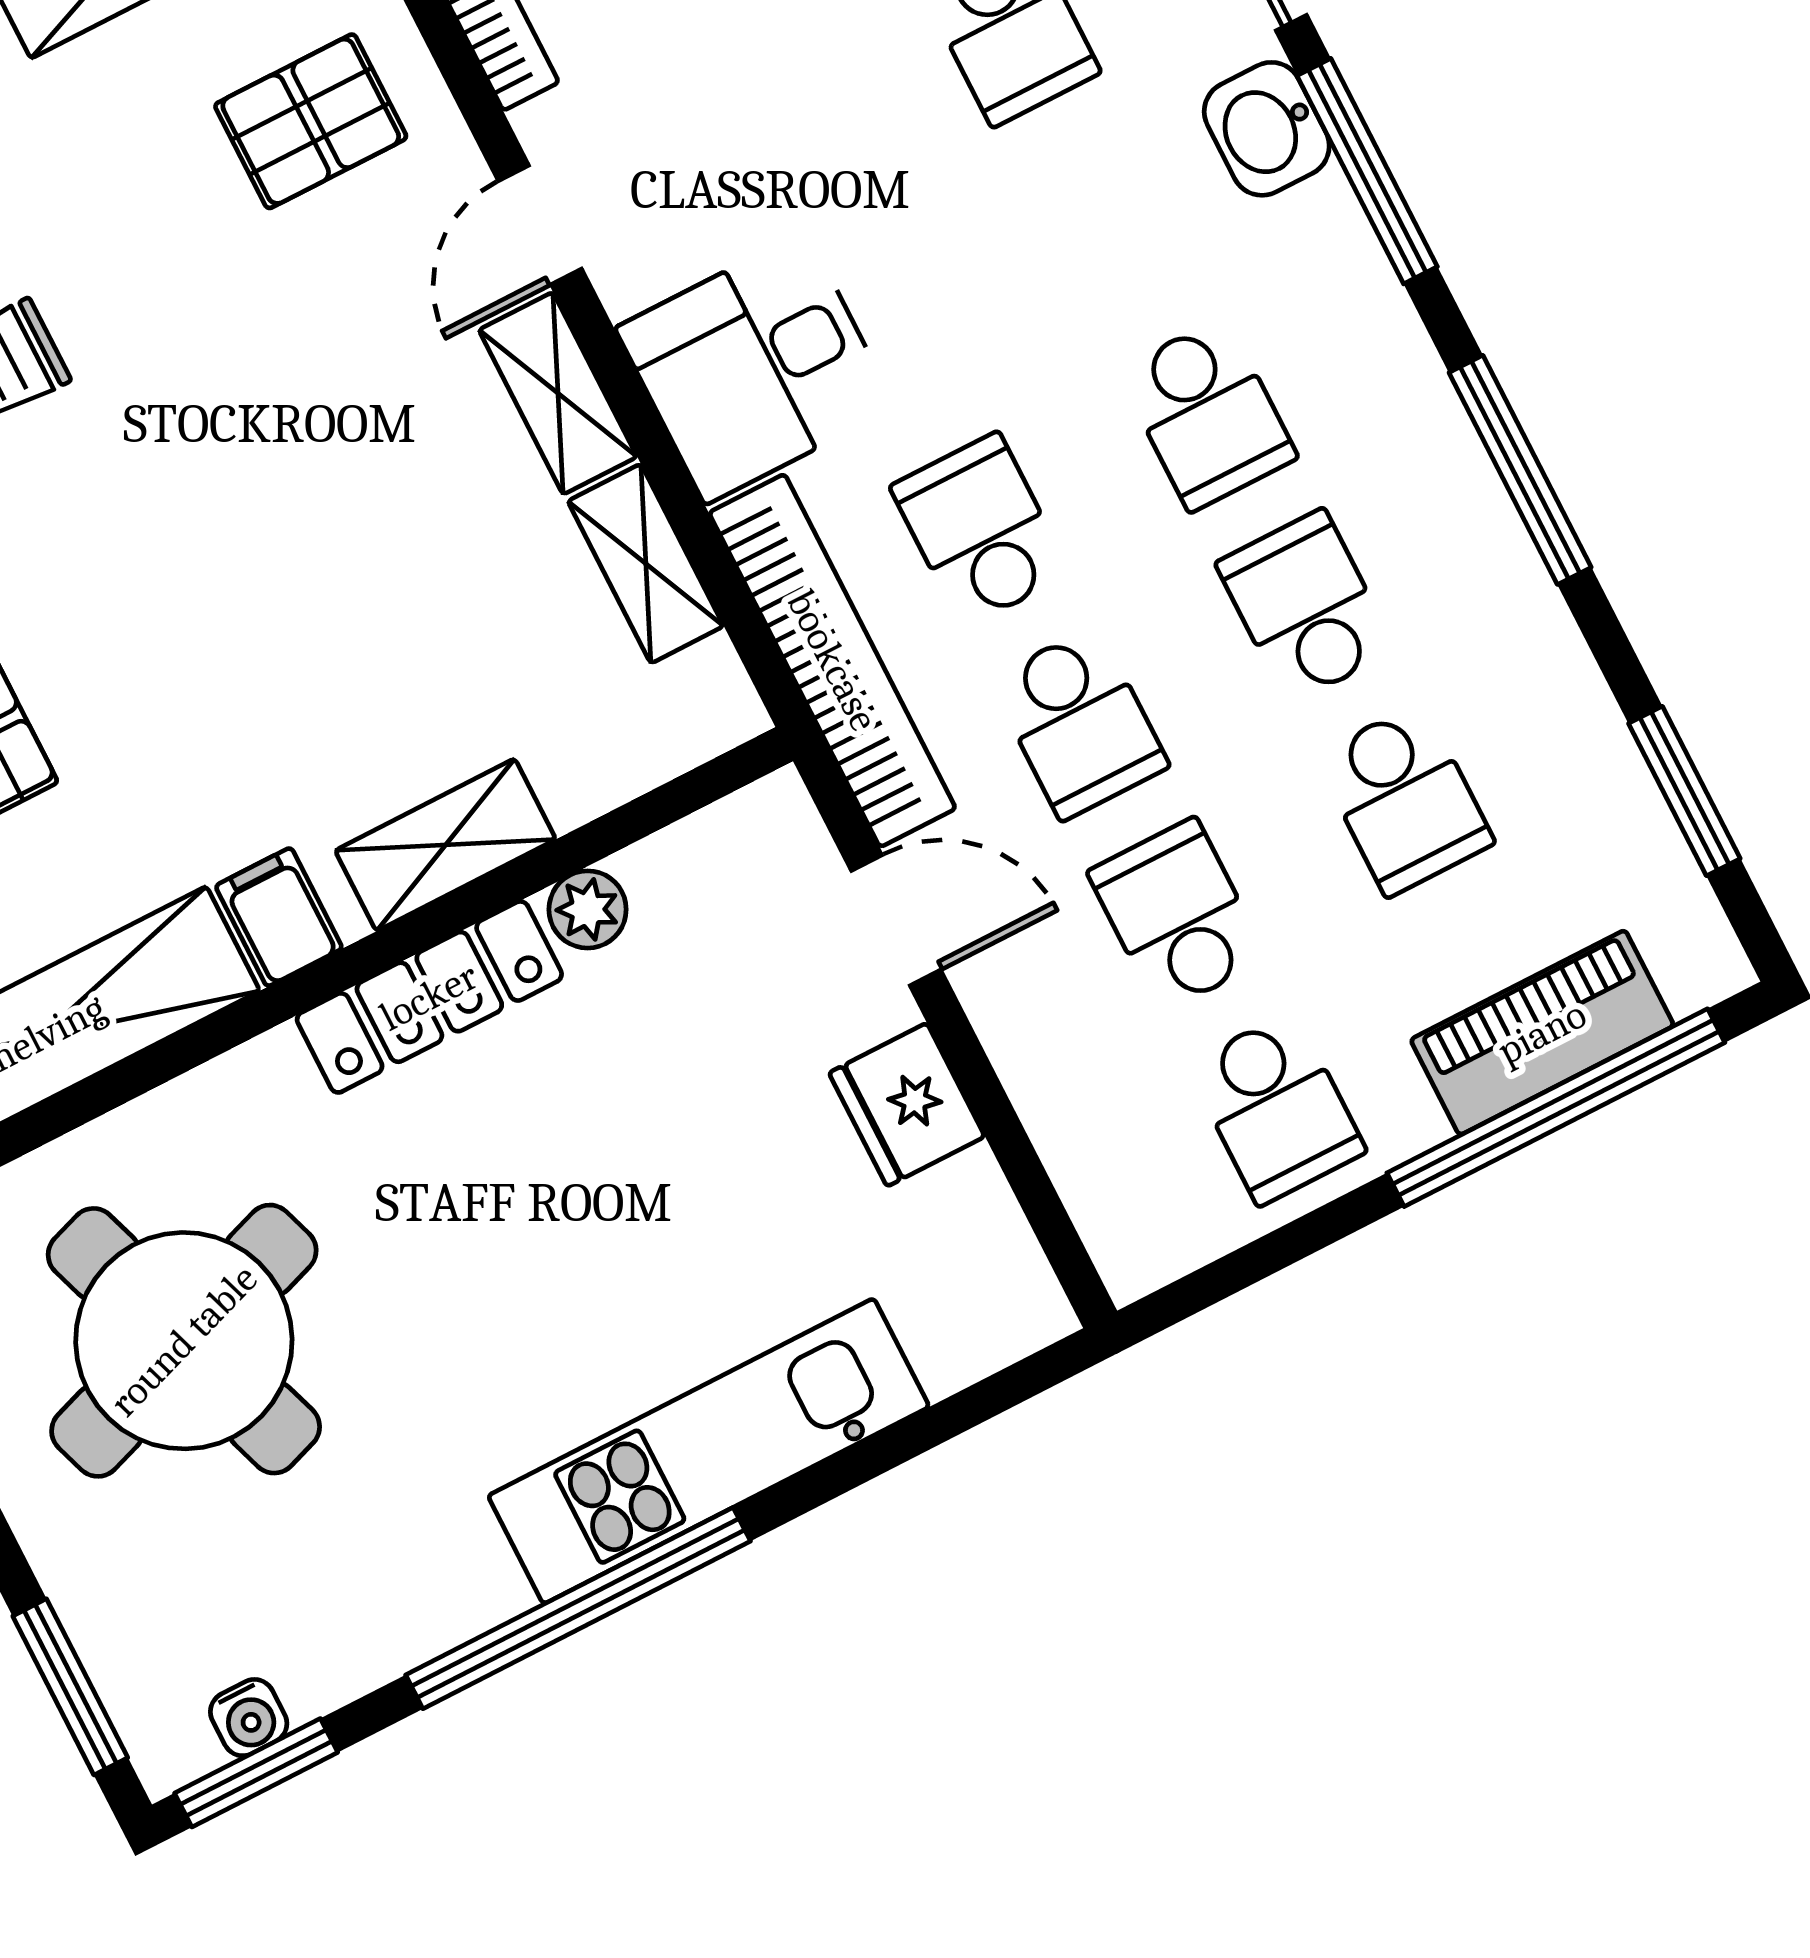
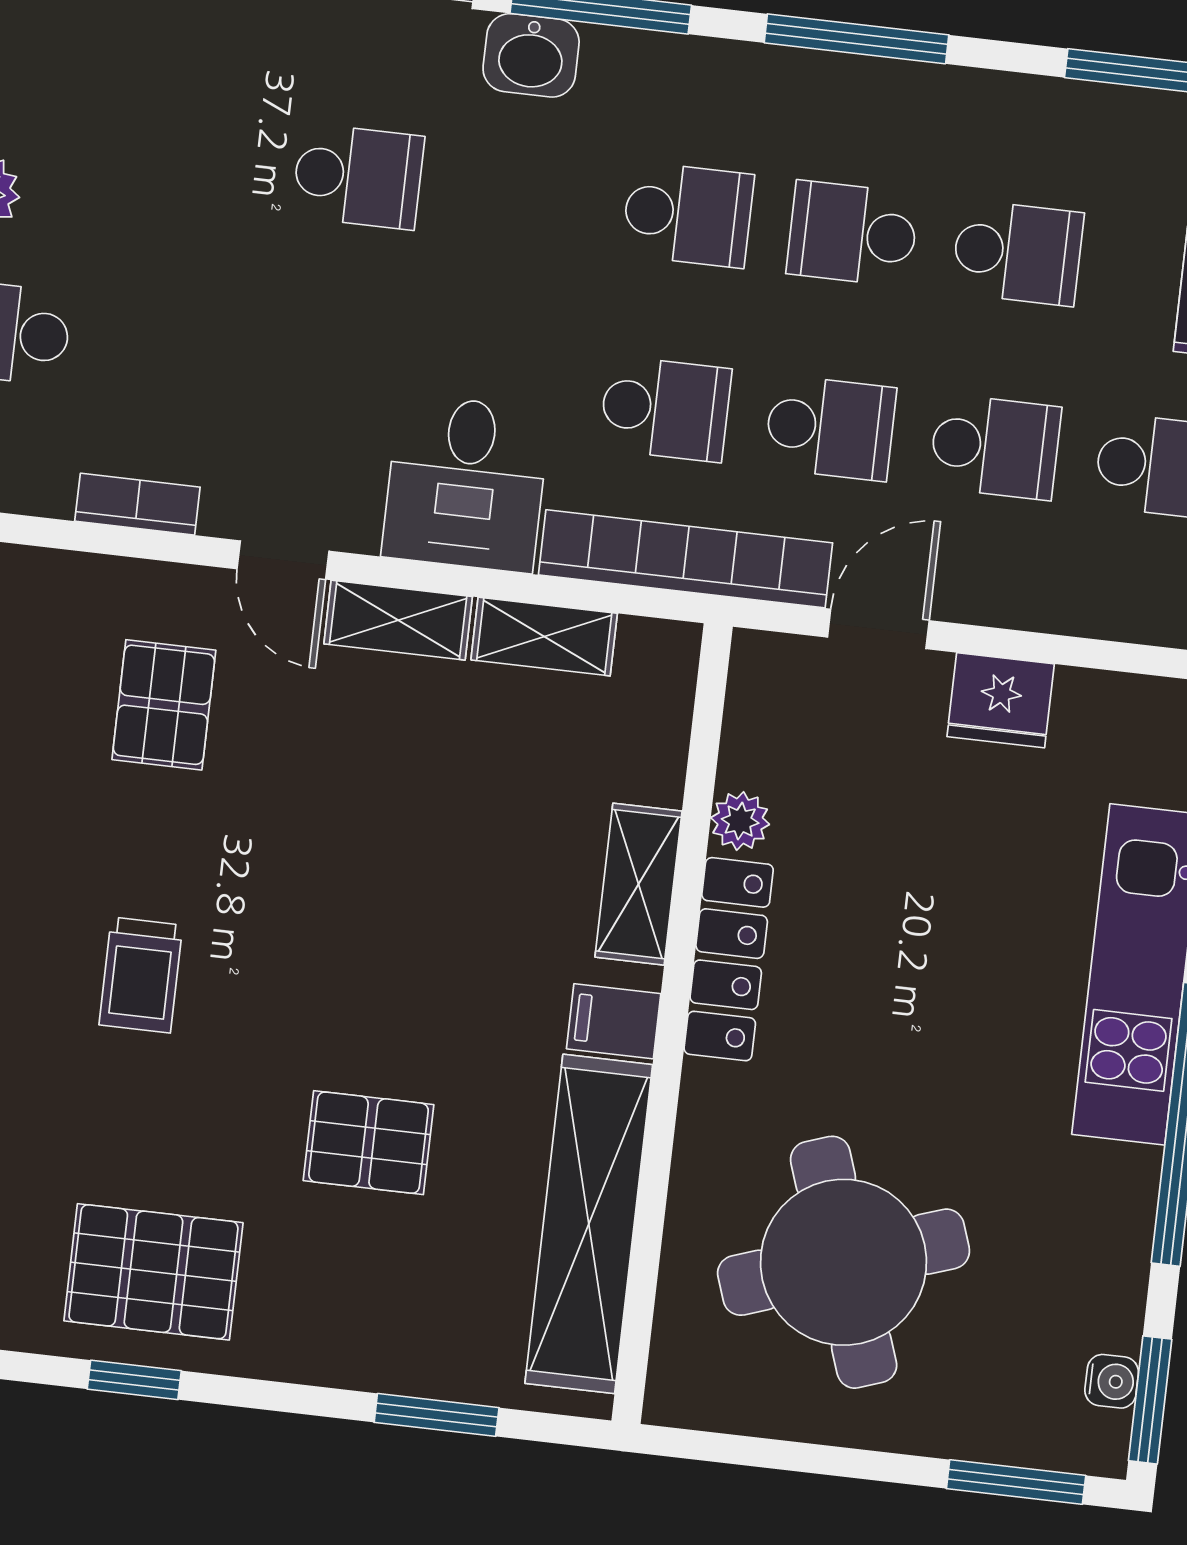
pallet: (311, 121) -> (164, 705), moved
school desk: (980, 530) -> (665, 409), turned 180
school desk: (1178, 915) -> (995, 447), turned 180

